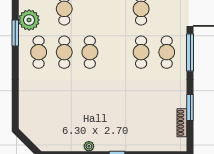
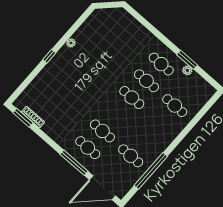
plant: (29, 20) -> (187, 70), width x0.53, depth x0.53
window: (190, 108) -> (23, 118), moved

